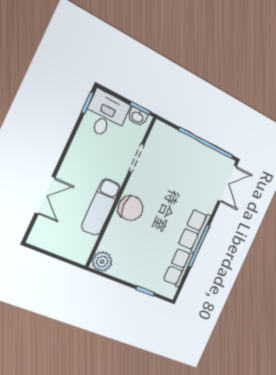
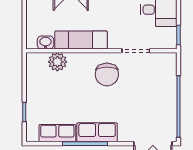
washbasin: (138, 117) -> (46, 43), moved, turned 90
chair: (131, 208) -> (107, 74), moved
plant: (102, 262) -> (57, 62), moved

